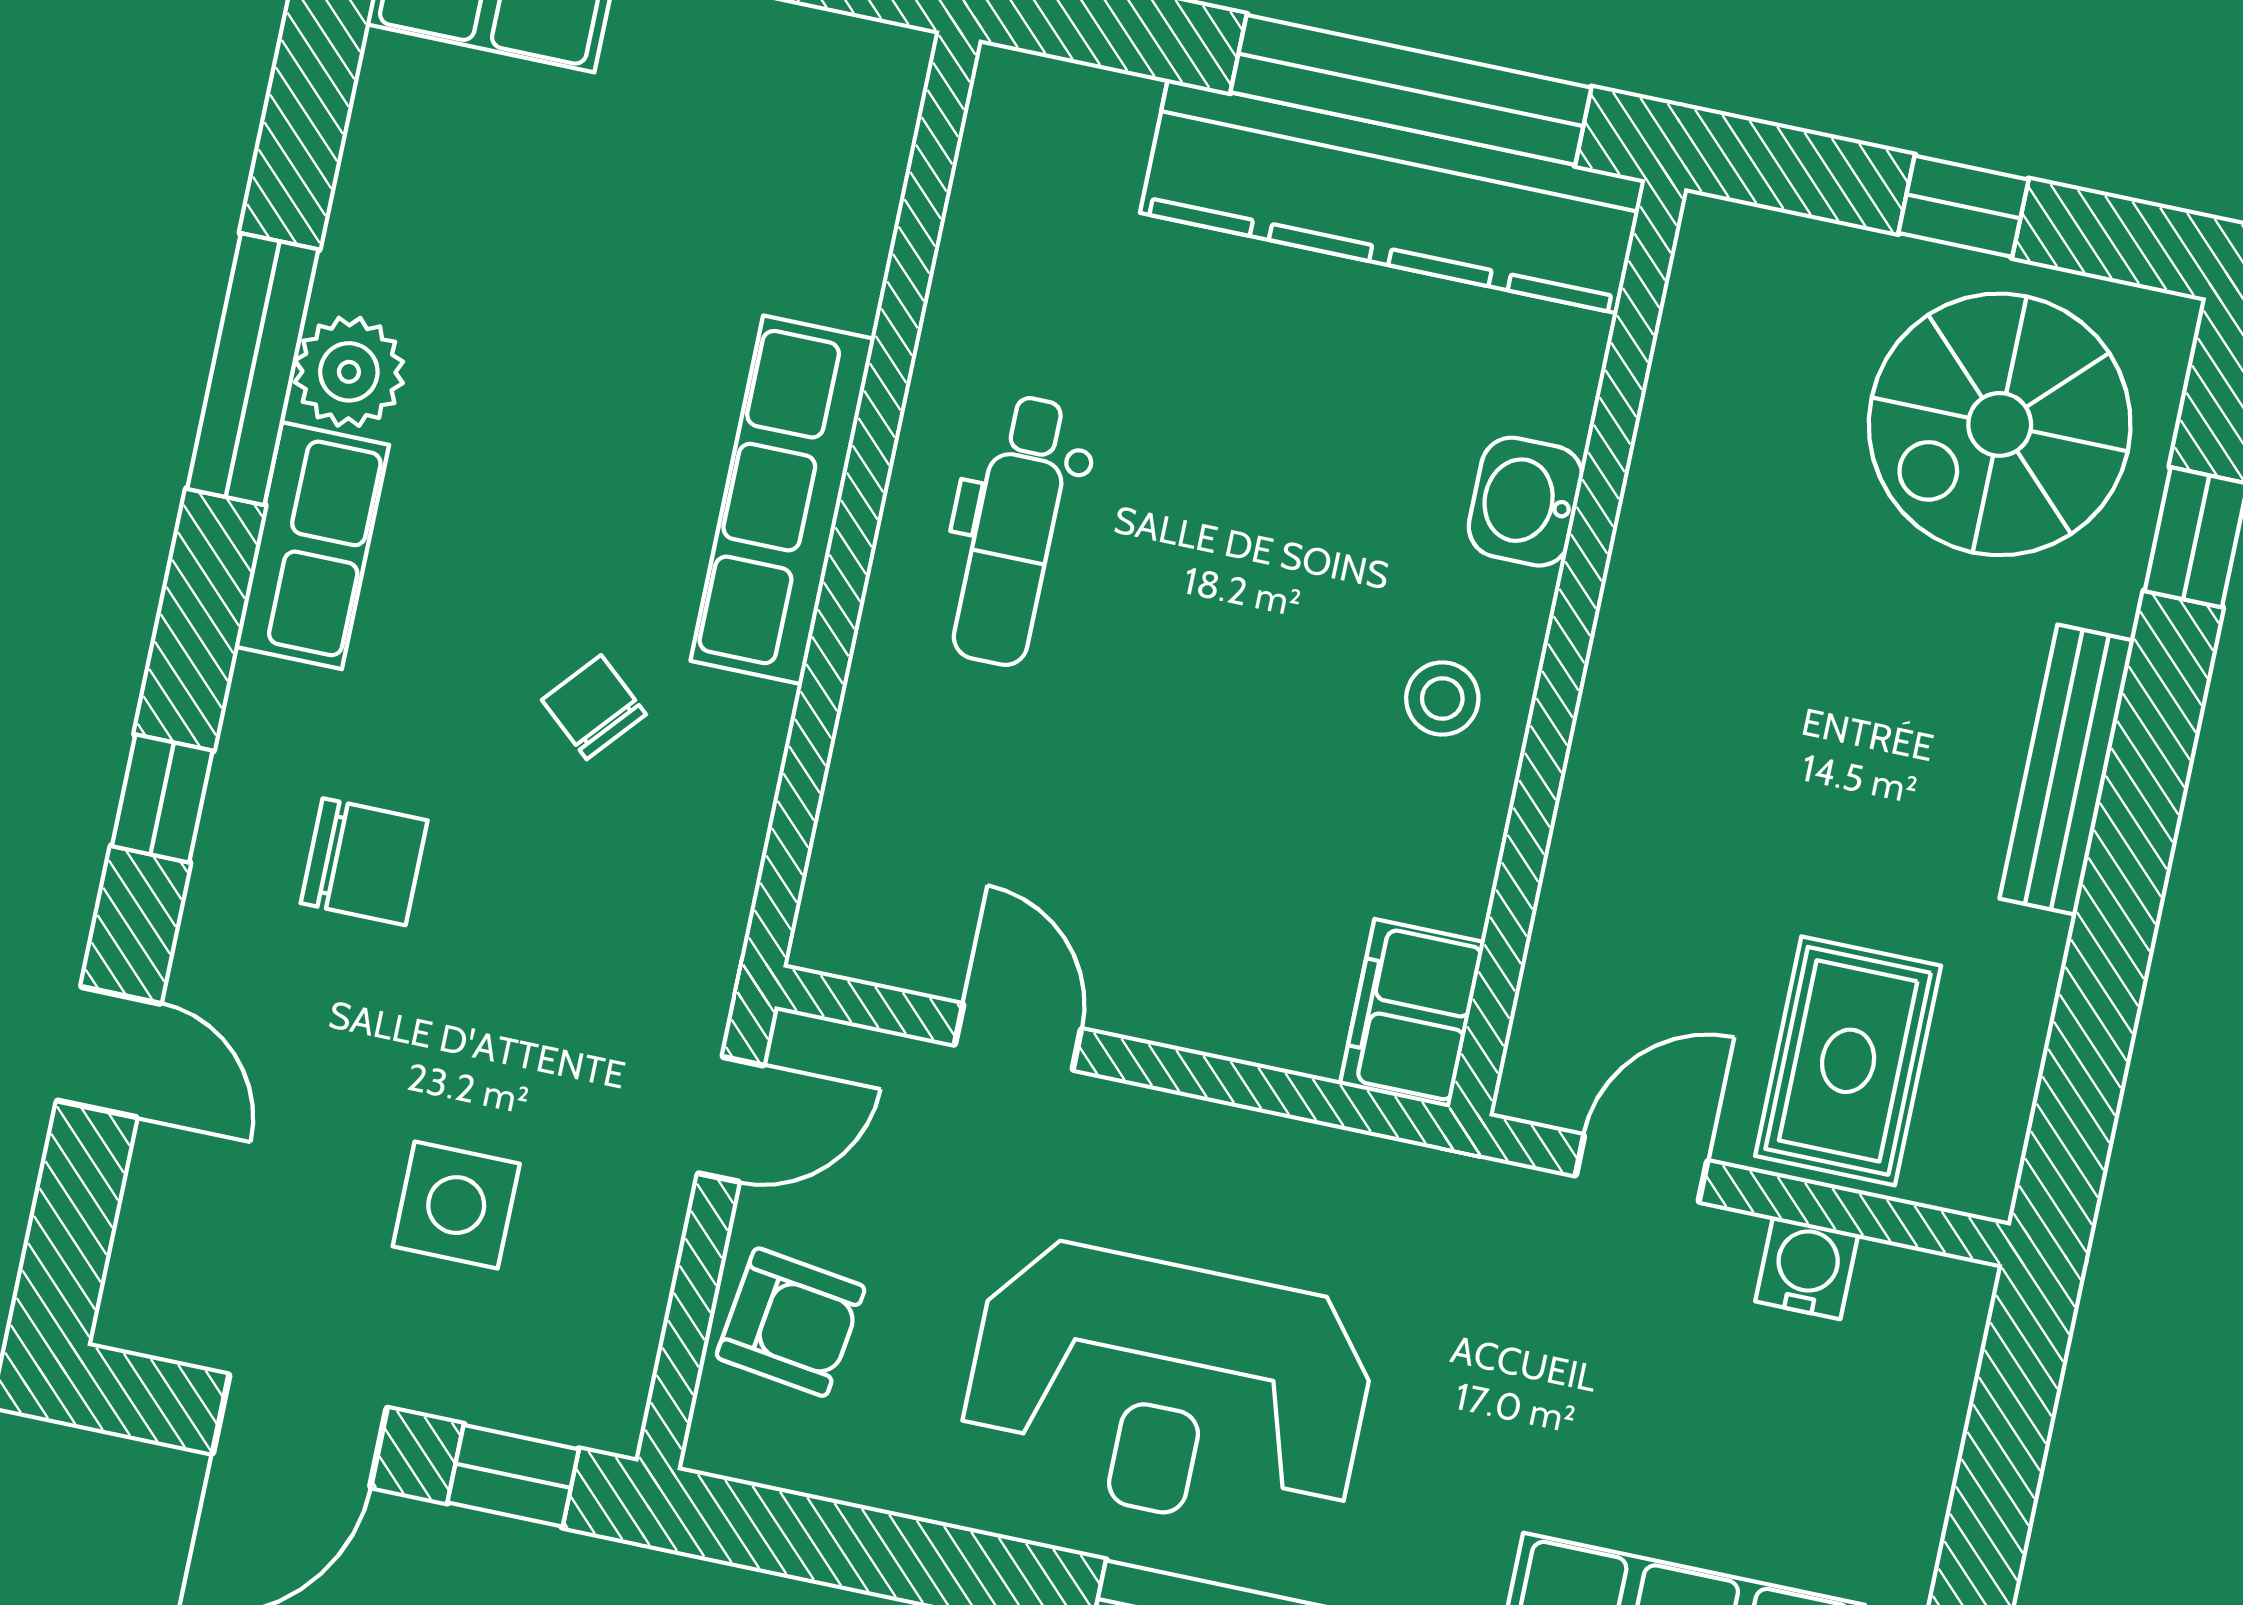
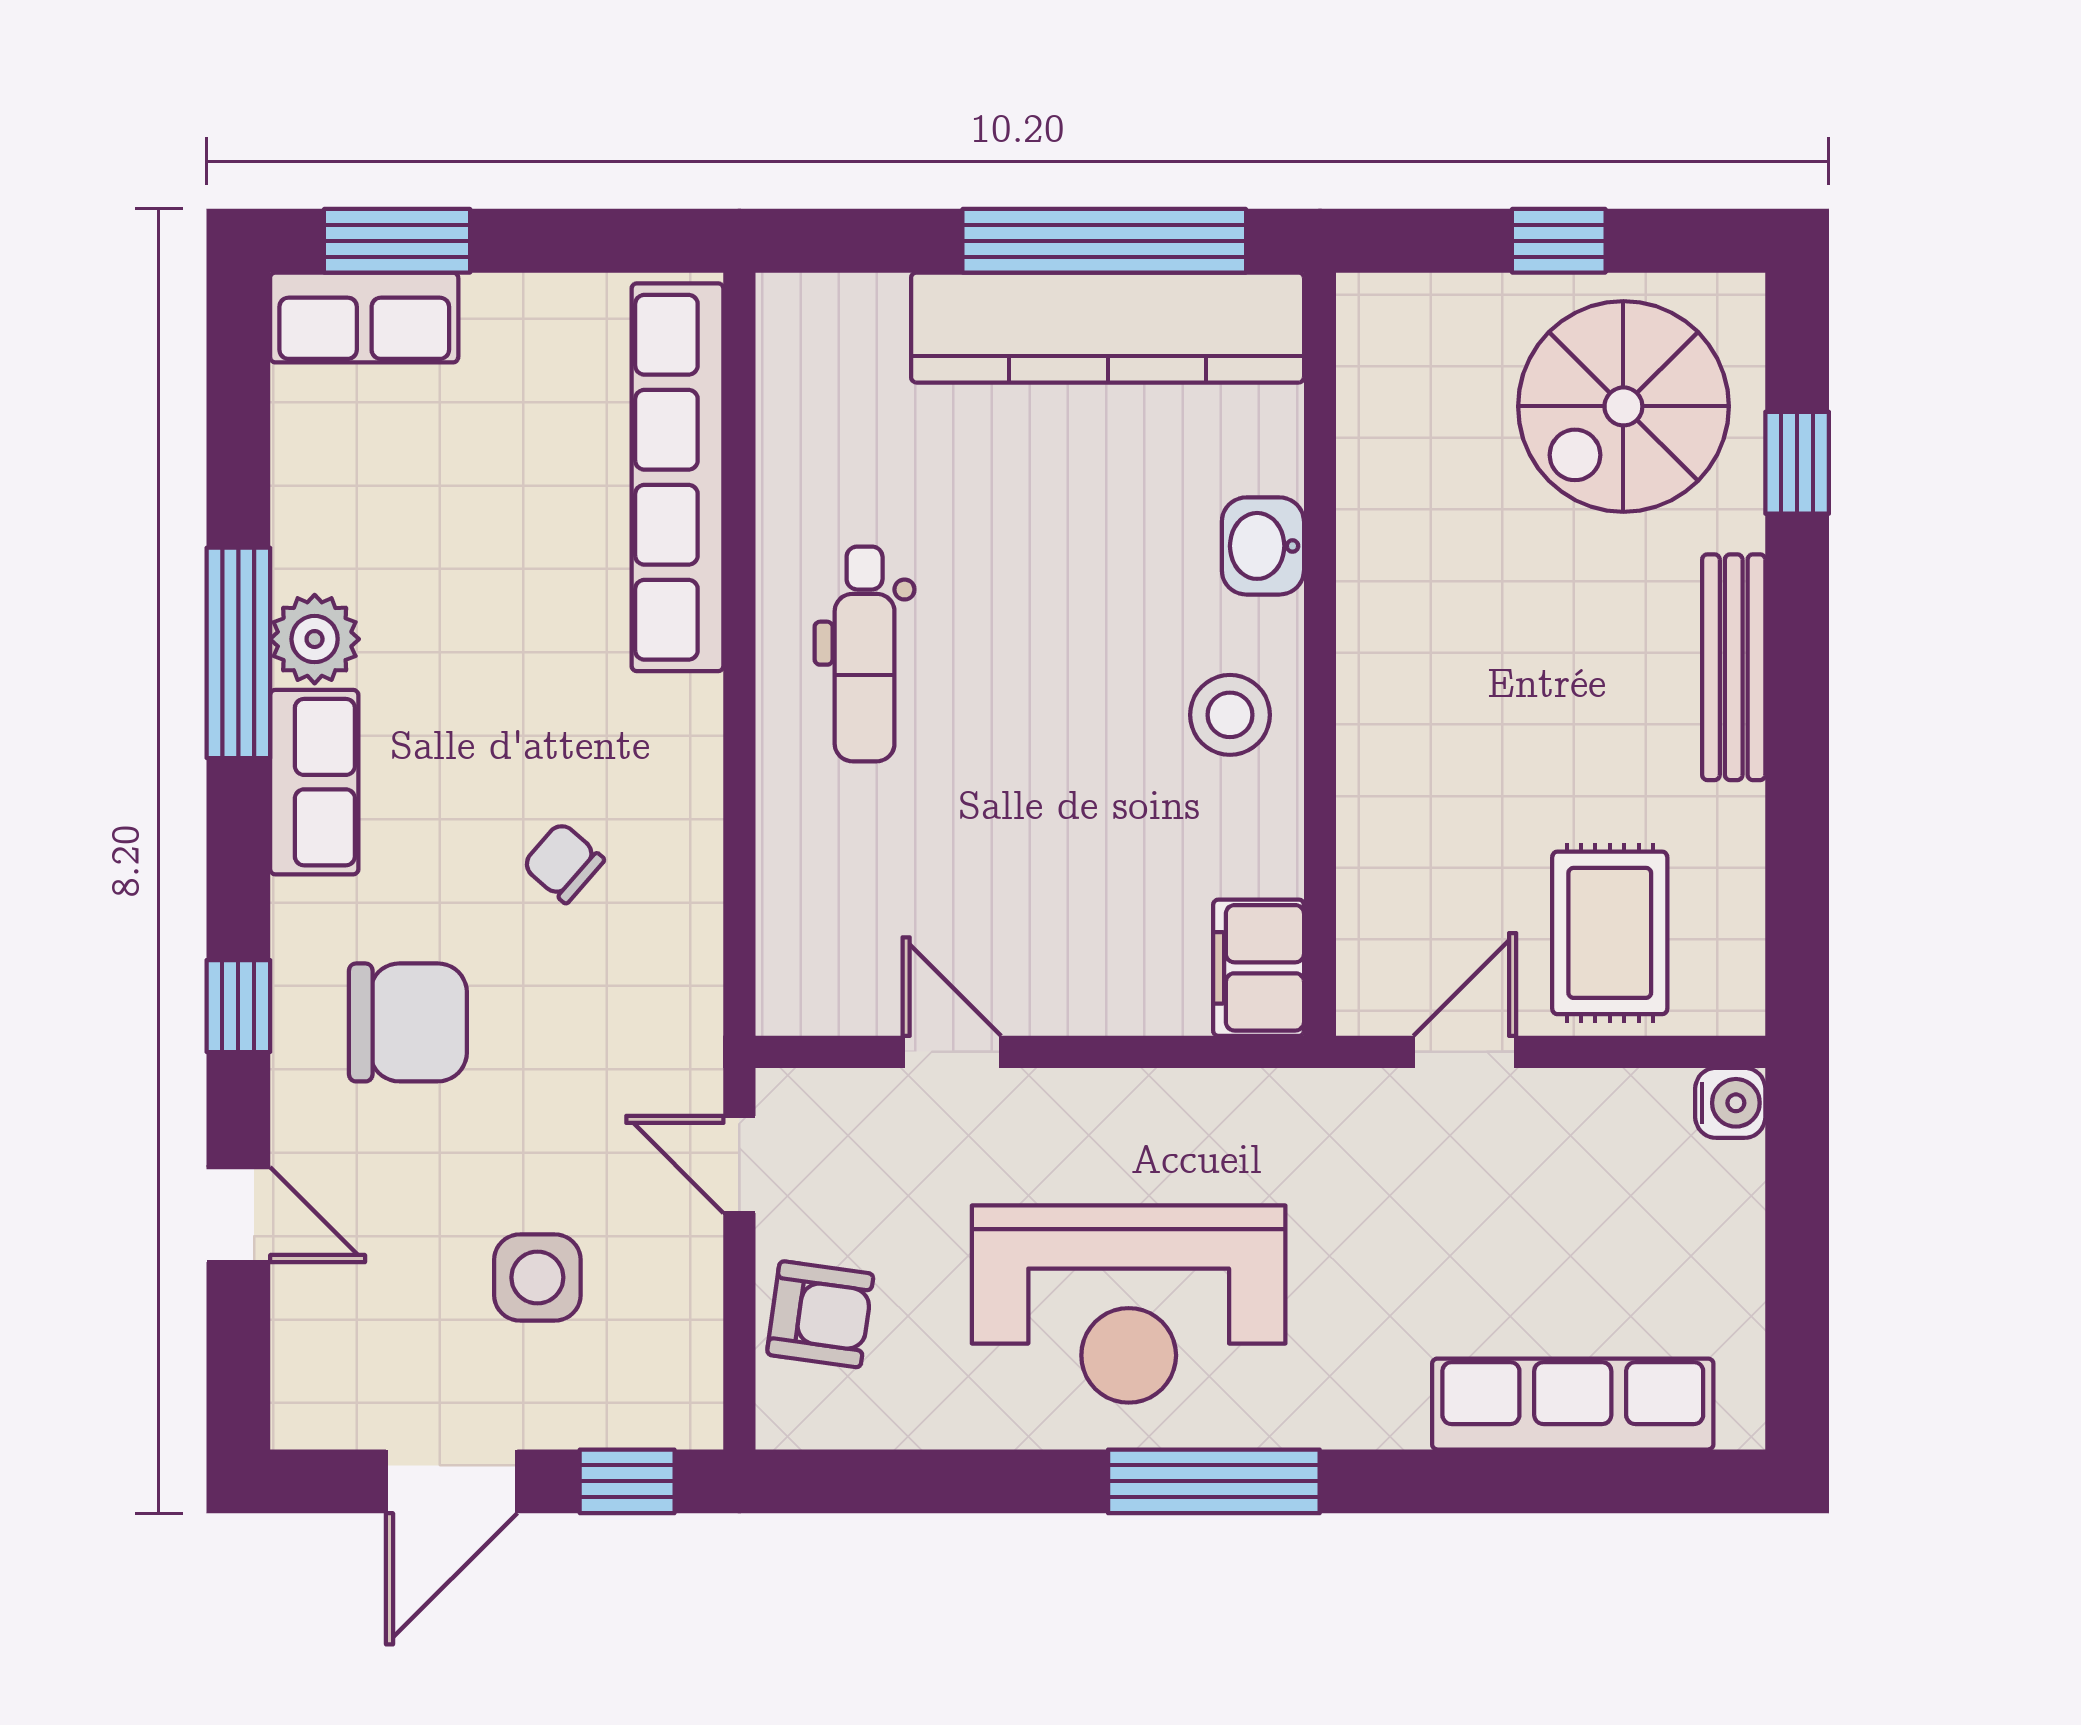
row of seats: (783, 500) -> (677, 477), moved, width x1.36
stool: (1442, 698) -> (1230, 715), width x1.37, depth x1.37
chair: (364, 862) -> (408, 1022), width x1.37, depth x1.37
door: (731, 1119) -> (739, 1164), swing flipped
water cooler: (1807, 1268) -> (1730, 1103), moved, turned 90

